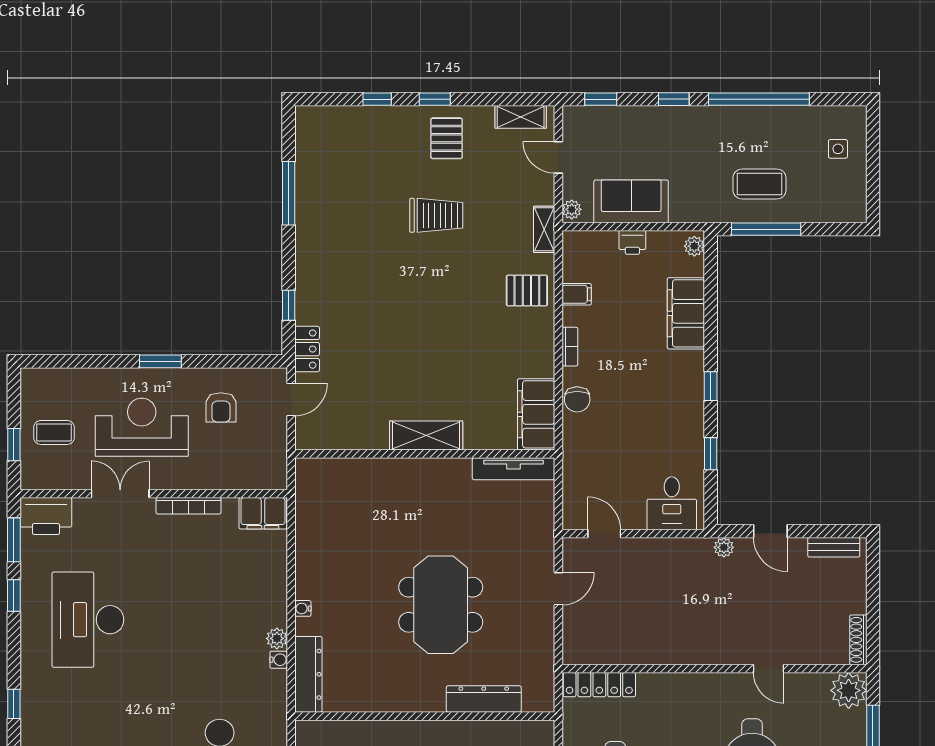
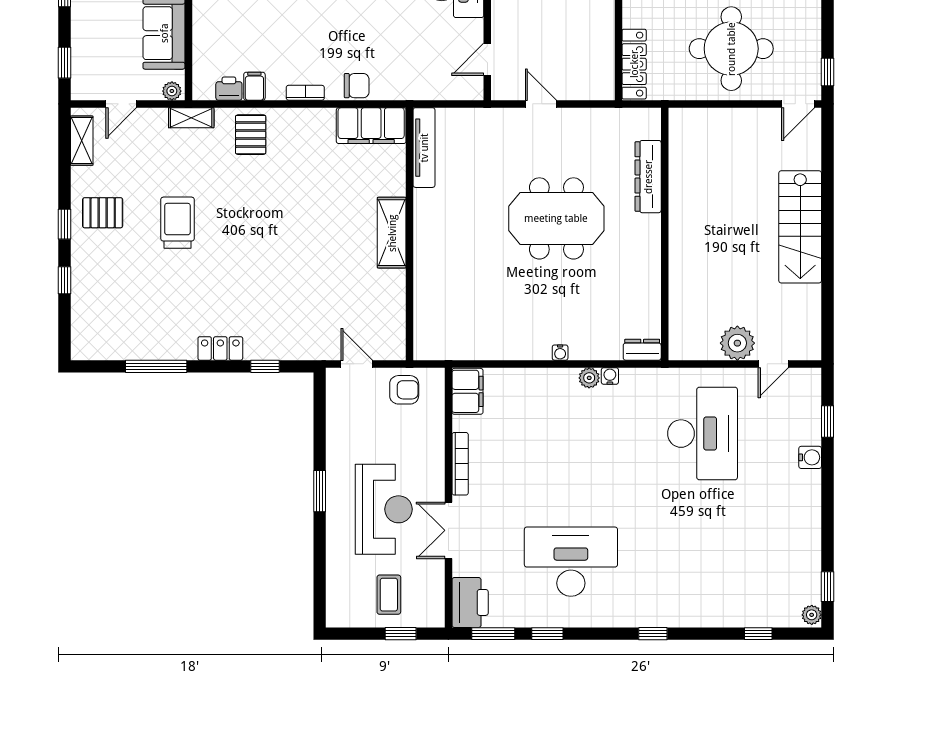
printer: (632, 242) -> (229, 89), moved, turned -90
locker: (307, 349) -> (220, 348), moved
armchair: (221, 407) -> (404, 390), moved
reception desk: (142, 427) -> (384, 509), turned 180
desk: (88, 620) -> (571, 562), turned 180
dresser: (308, 674) -> (642, 350), width x0.51, depth x0.80

